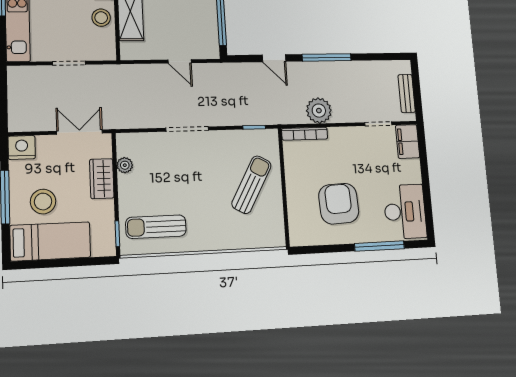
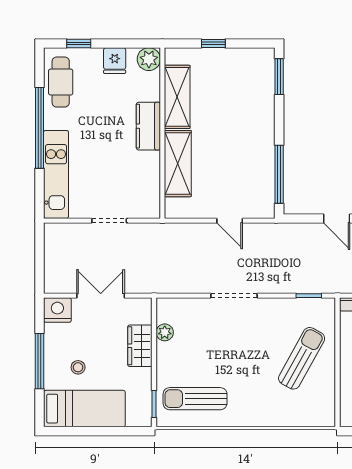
stool: (101, 18) -> (146, 171), removed
double door: (80, 132) -> (101, 296), moved
stool: (43, 202) -> (78, 367), width x0.53, depth x0.53

